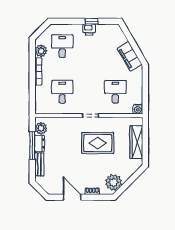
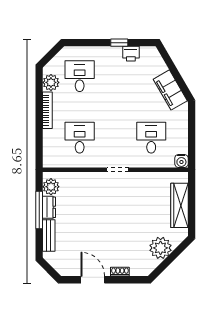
printer: (89, 29) -> (131, 54), moved
rug: (98, 143) -> (127, 207), removed
plant: (113, 182) -> (160, 248), moved

